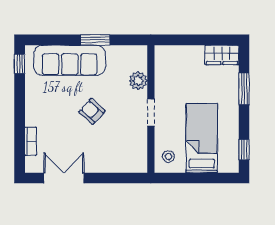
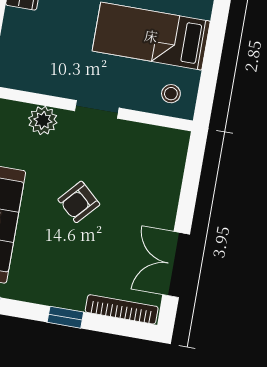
window: (20, 116) -> (65, 317), added
bookcase: (30, 141) -> (122, 309), width x1.56

